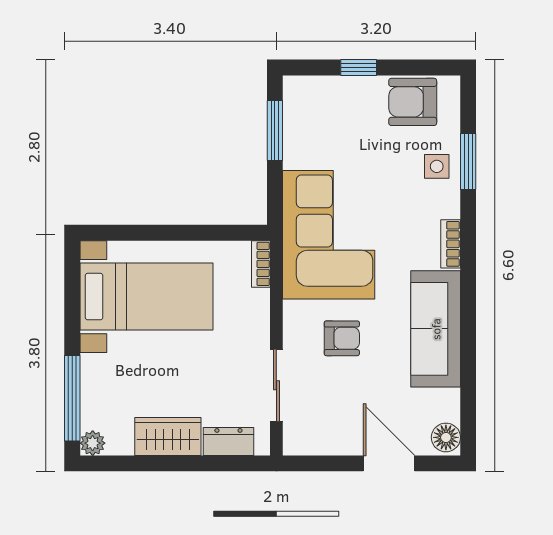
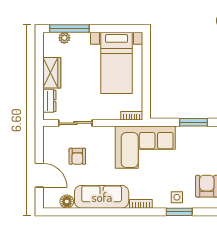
armchair: (342, 338) -> (77, 156), moved
floor lamp: (446, 437) -> (67, 202), moved
plant: (93, 443) -> (64, 38), moved
door: (389, 463) -> (39, 175), hinge flipped

